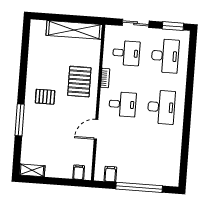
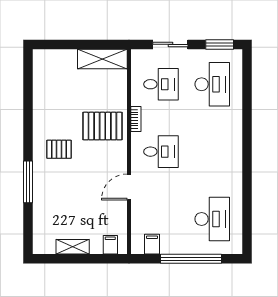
shelving: (74, 30) -> (102, 59), width x0.68
pallet: (79, 82) -> (102, 126), turned 90
desk: (161, 107) -> (212, 219), moved
shelving: (32, 170) -> (73, 247), moved

